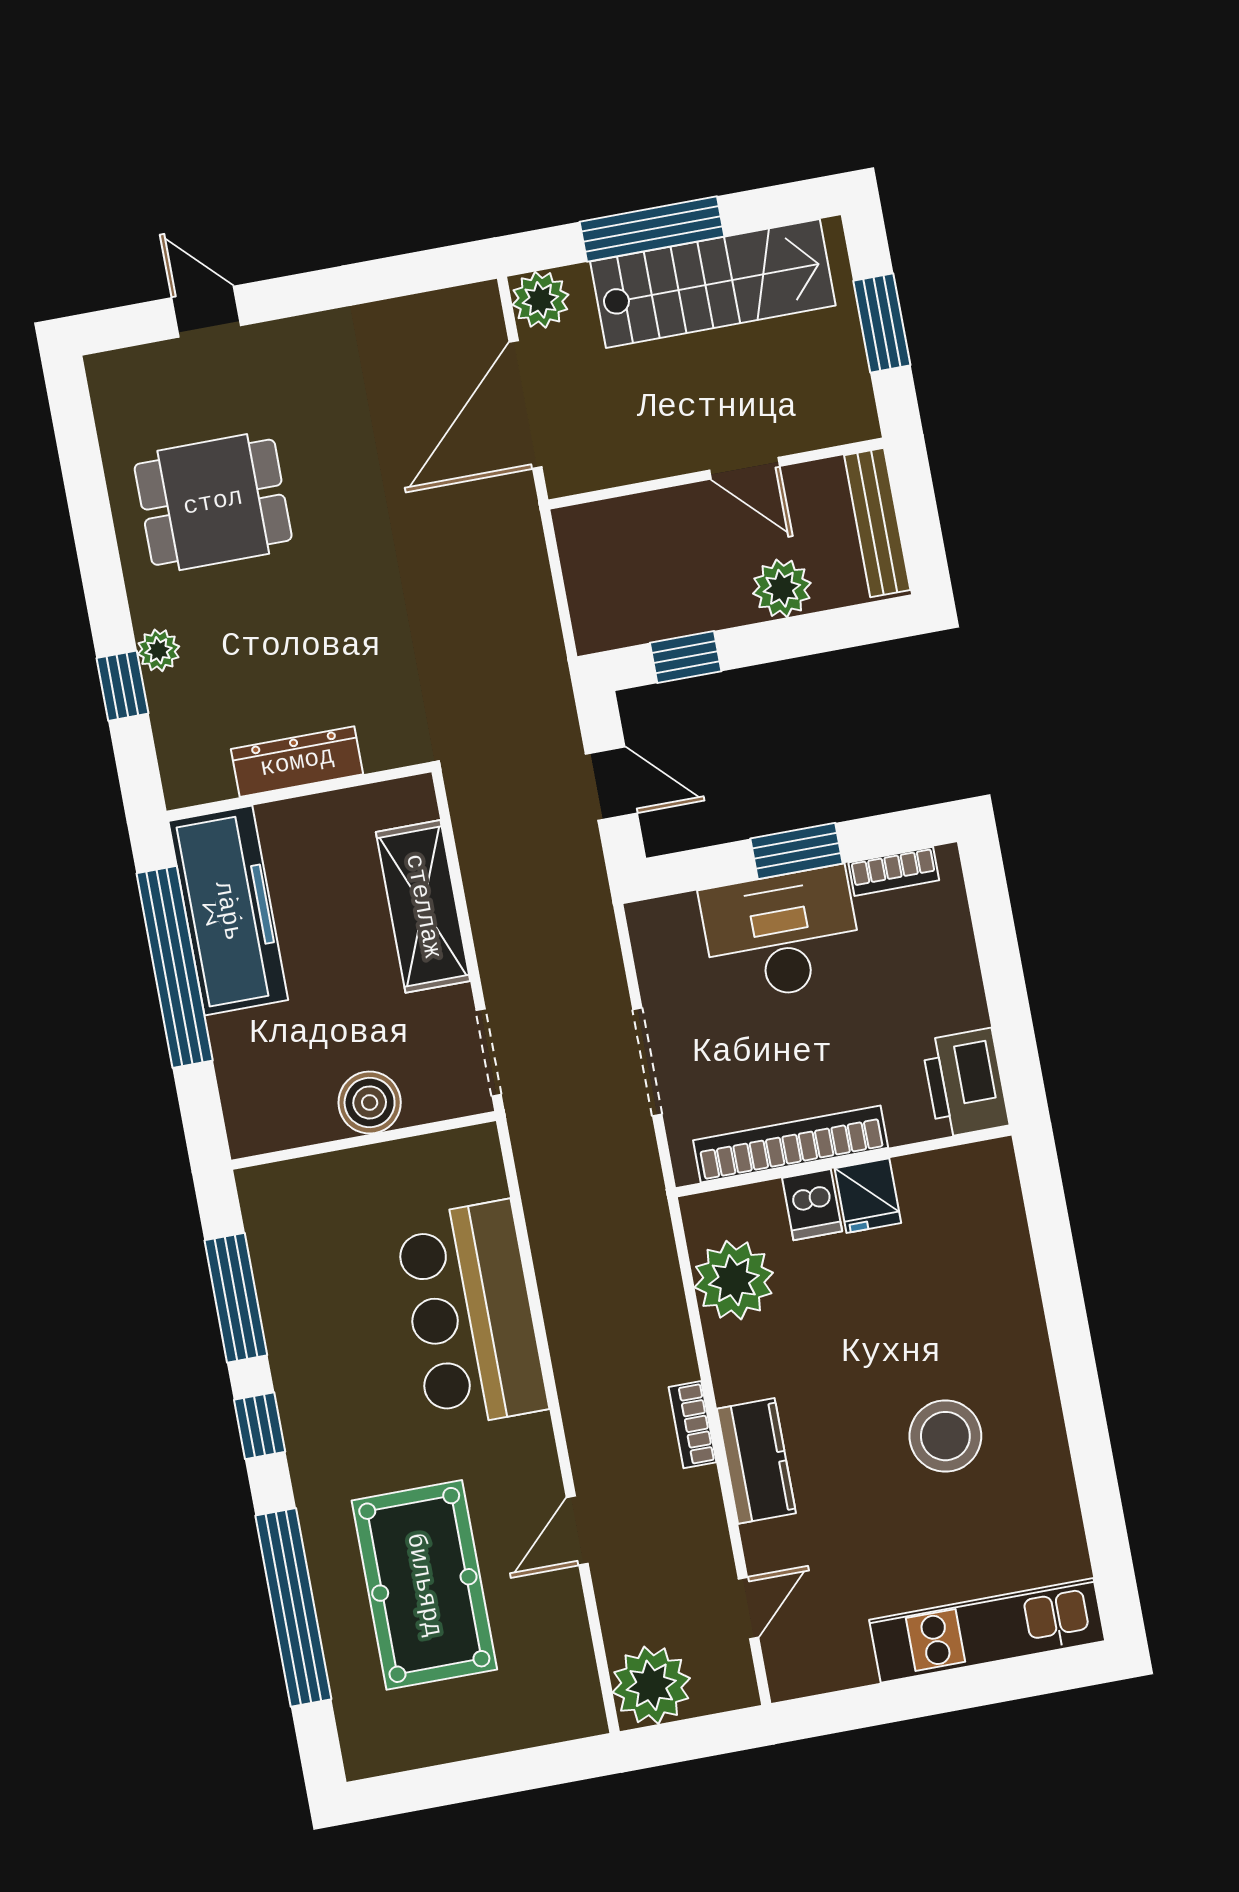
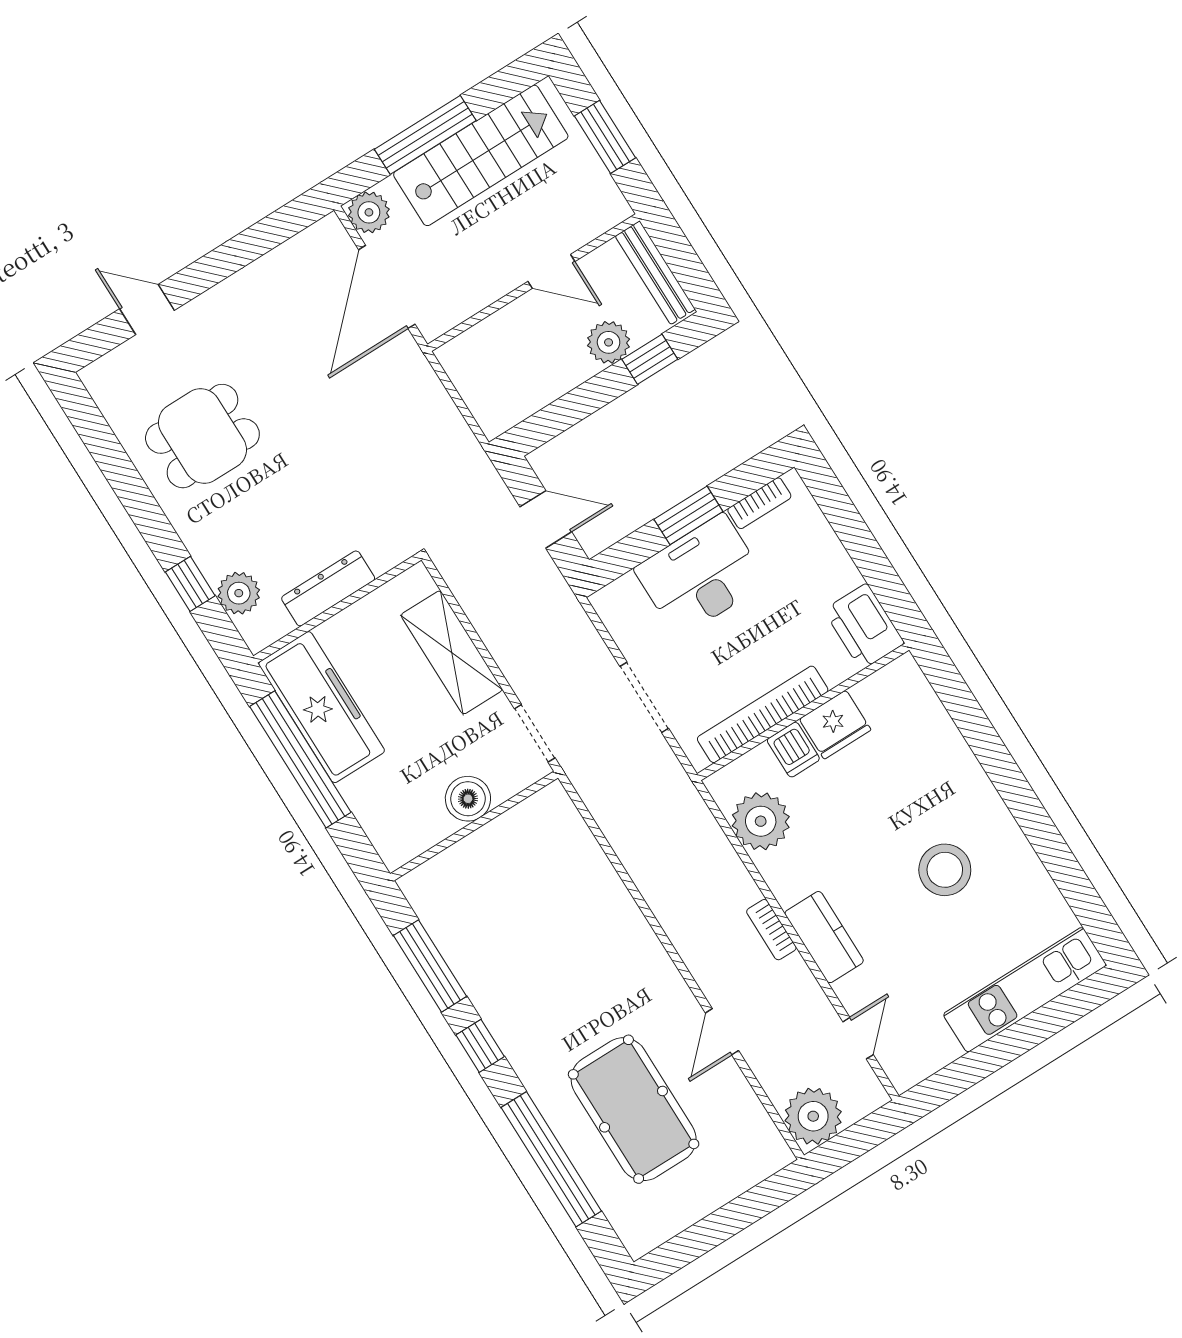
plant: (158, 650) -> (239, 593), moved, width x1.38, depth x1.38
window: (686, 657) -> (650, 359), moved
fridge: (868, 1196) -> (835, 725), width x1.38
bar counter: (471, 1314) -> (593, 914), removed

